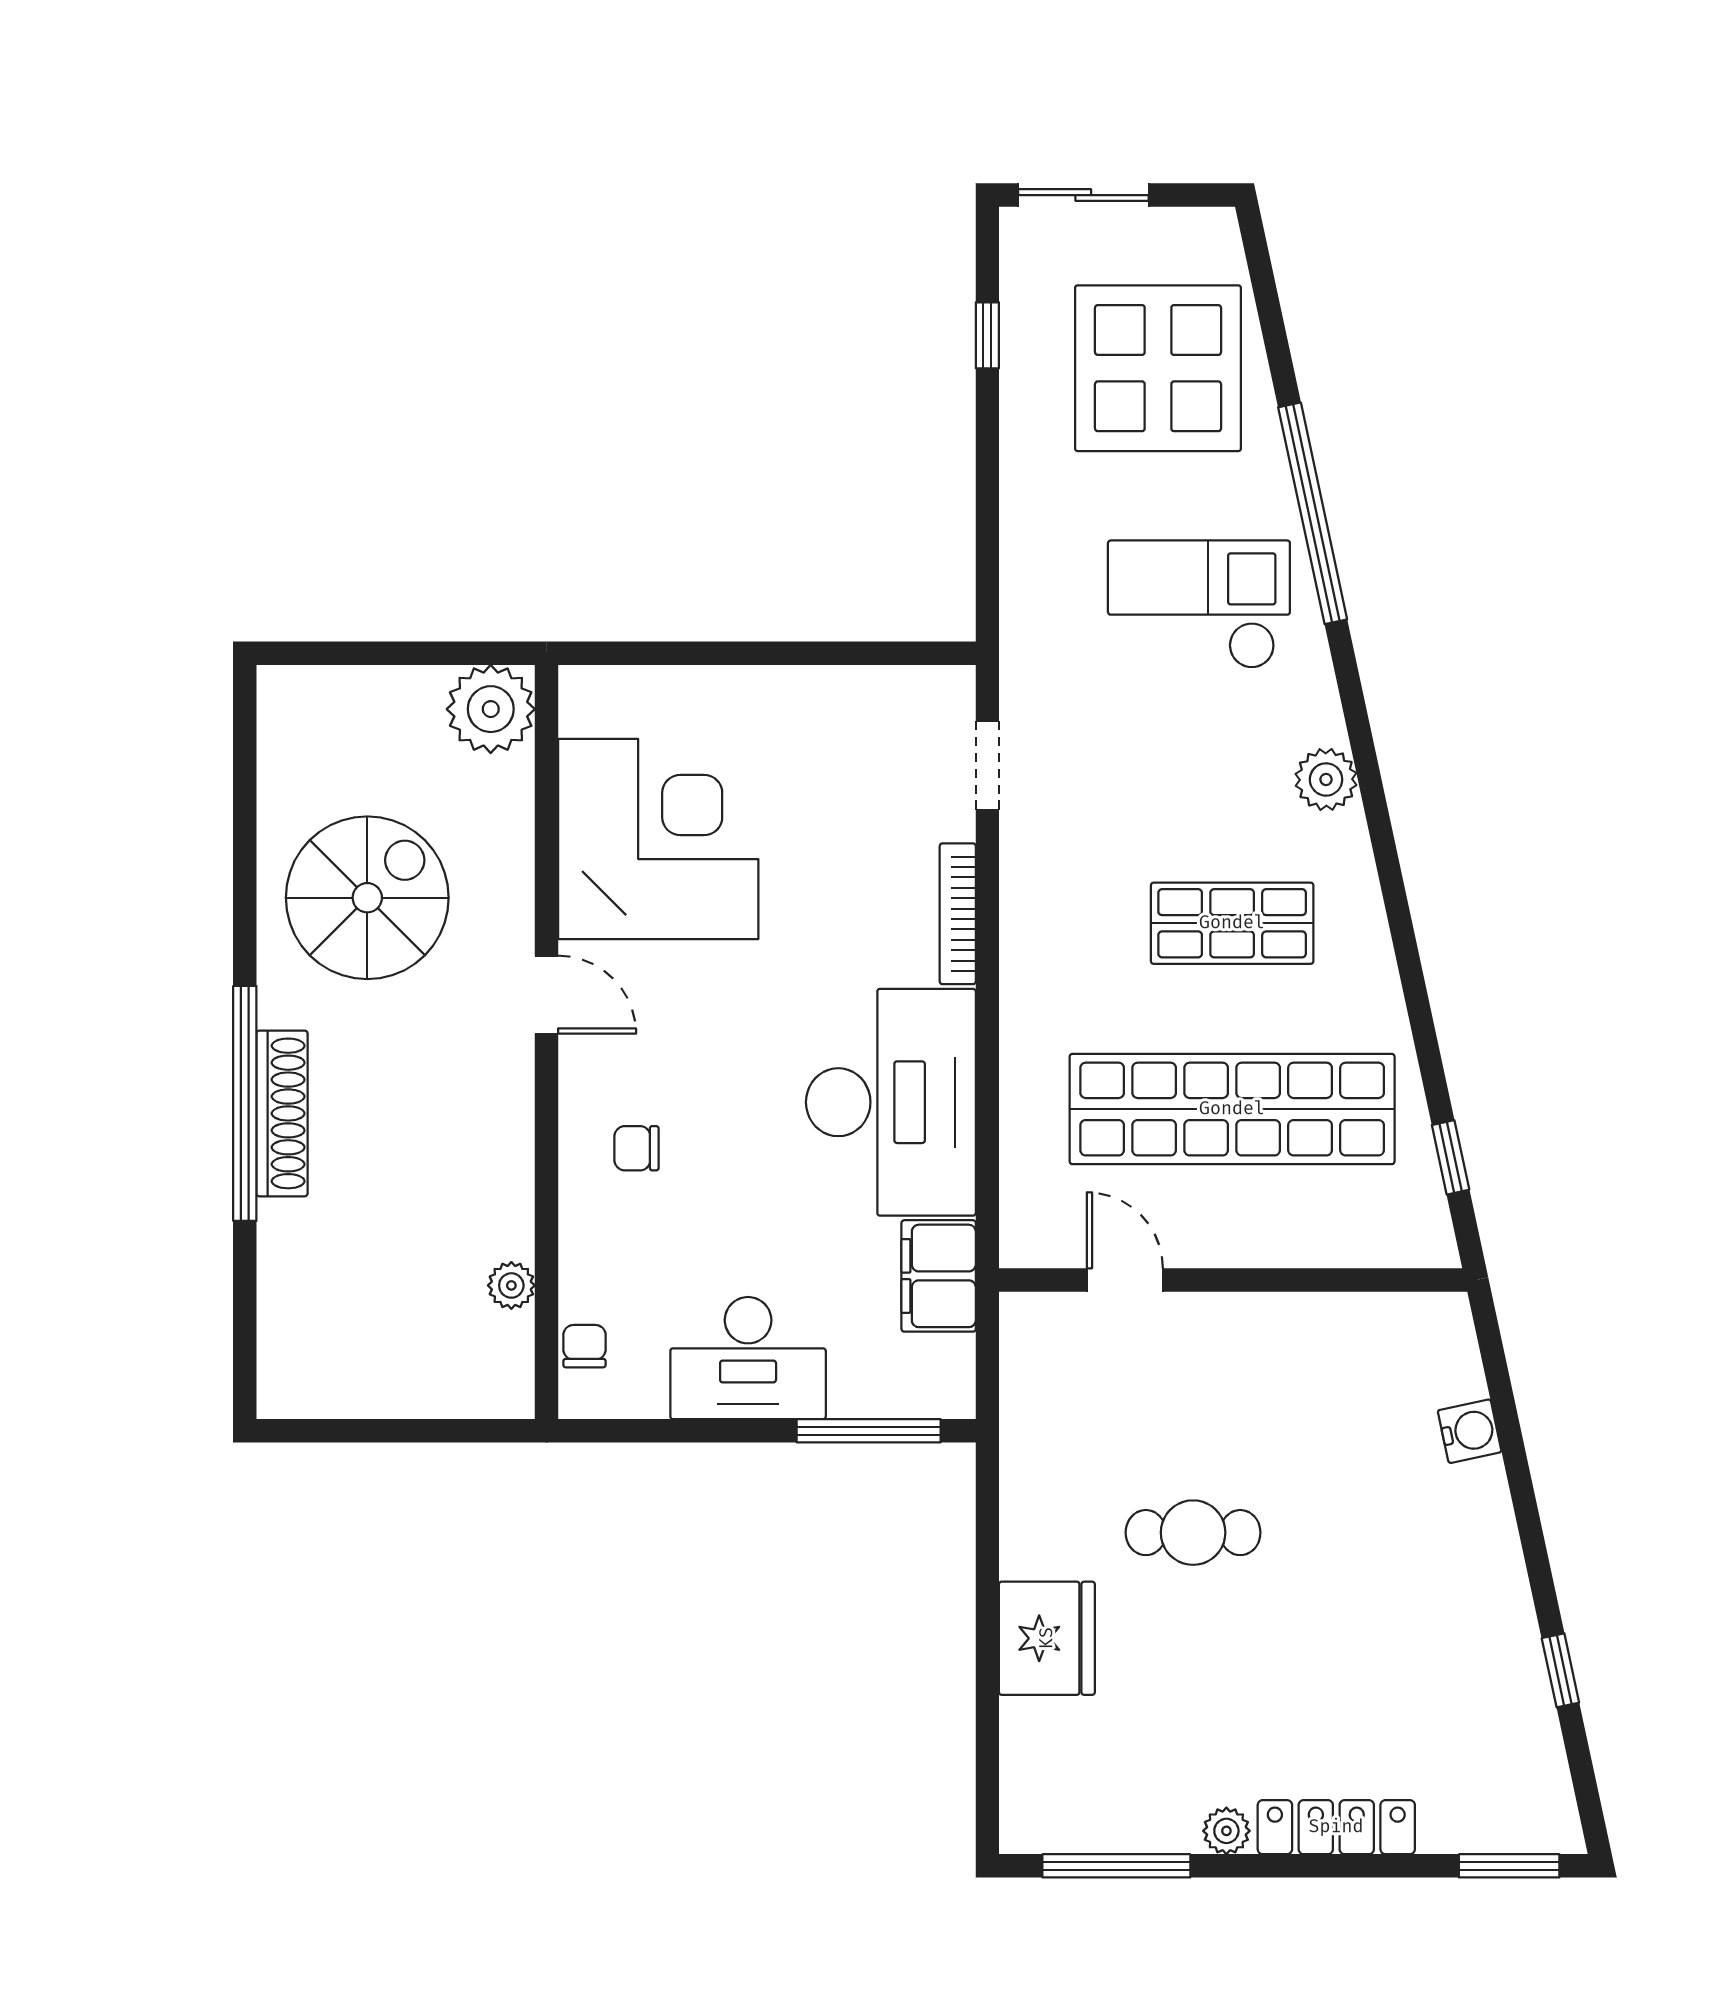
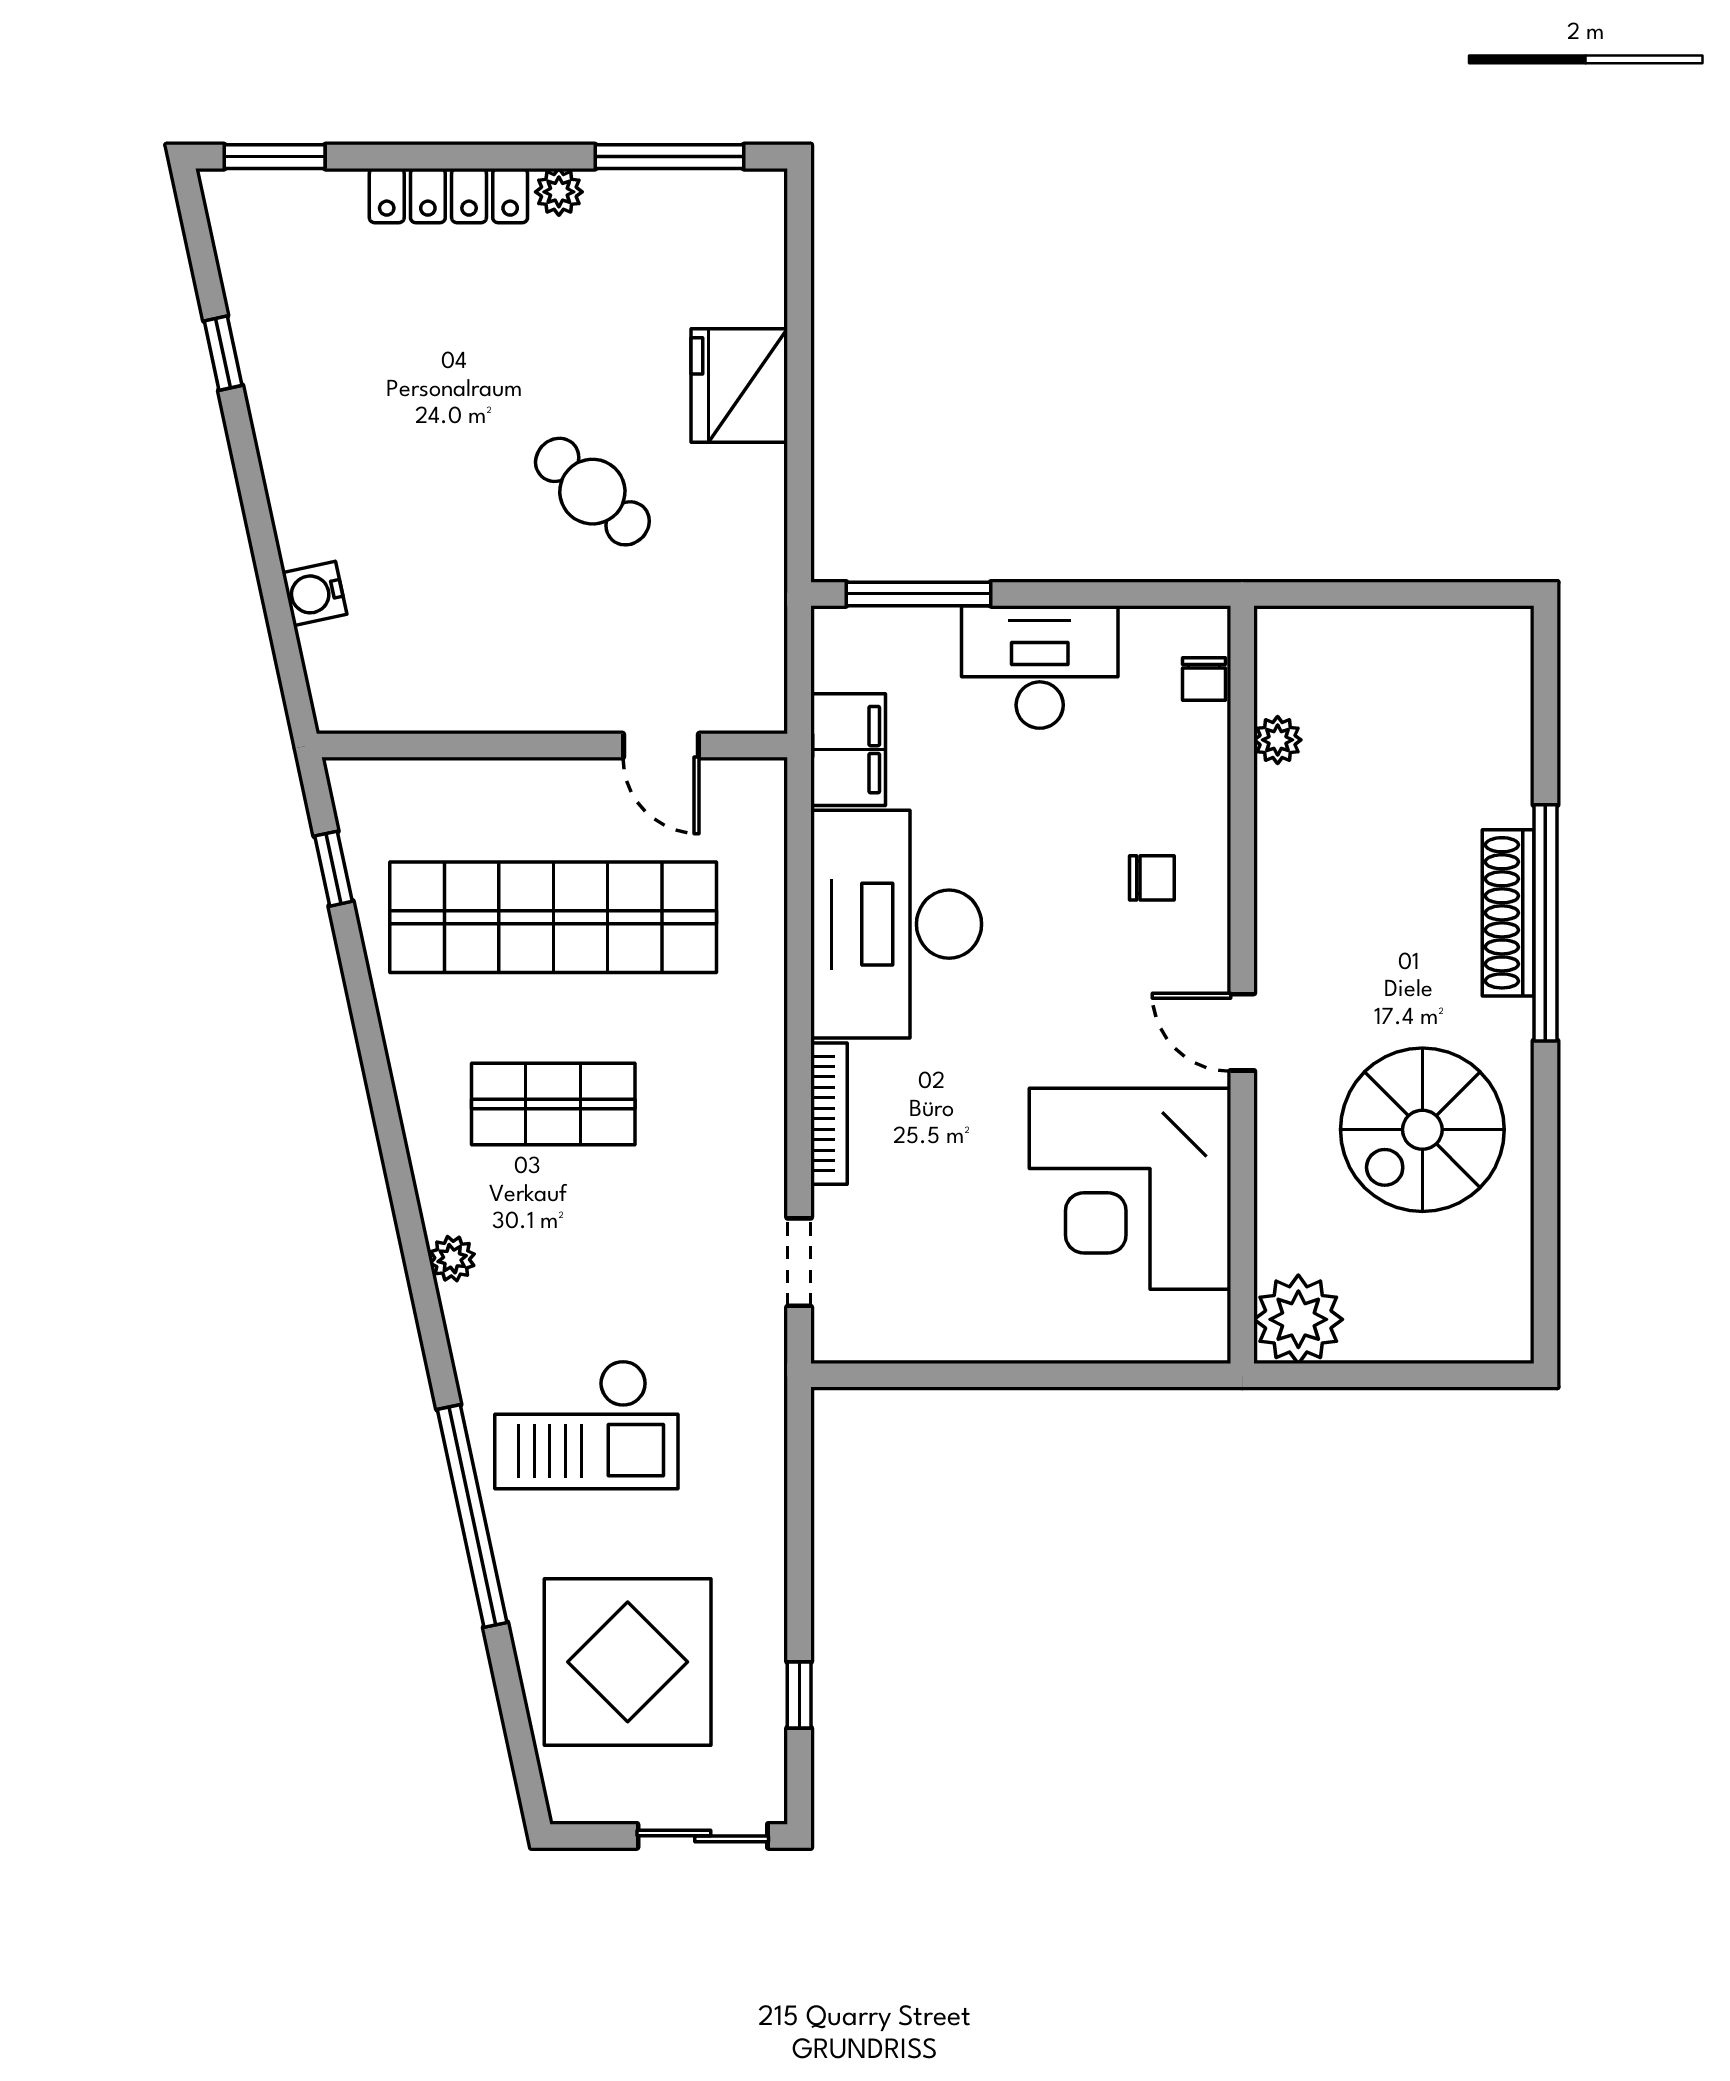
plant: (1326, 779) -> (452, 1259), width x0.73, depth x0.73
cafe table: (1193, 1533) -> (592, 492), turned 42

